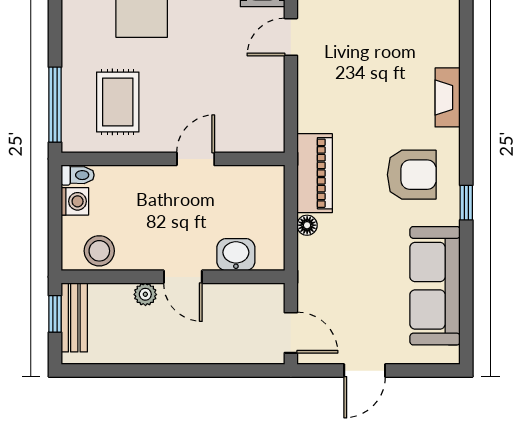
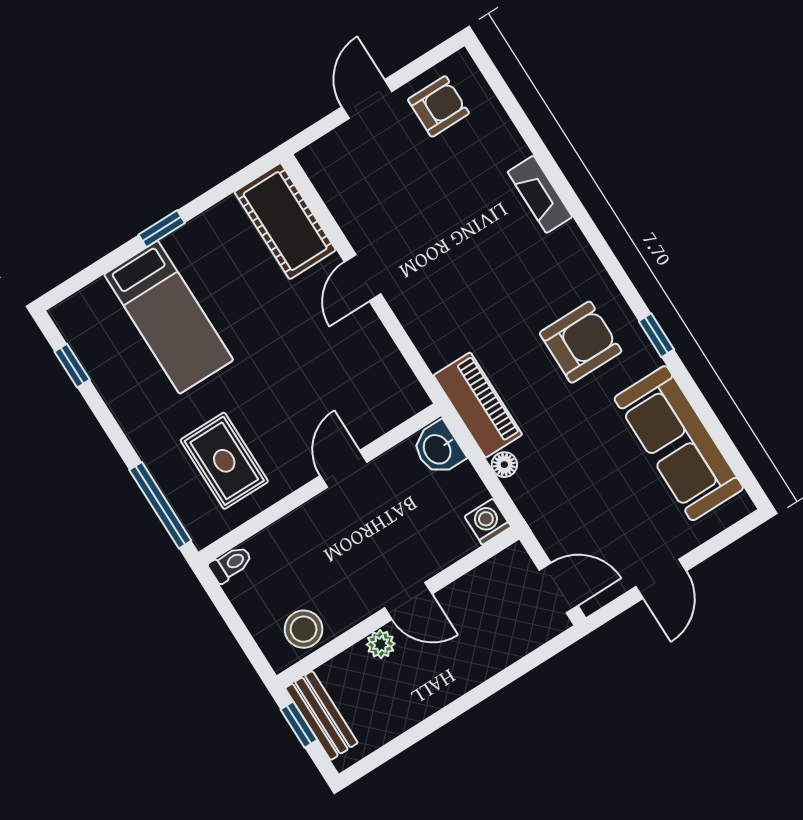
fireplace: (448, 97) -> (540, 194), moved
washing machine: (75, 201) -> (488, 522), moved, turned -90
washbasin: (236, 255) -> (438, 449), moved, turned -90

